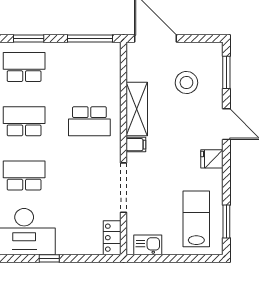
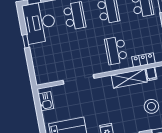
filing cabinet: (136, 145) -> (151, 74), moved
locker: (112, 238) -> (143, 60), moved

